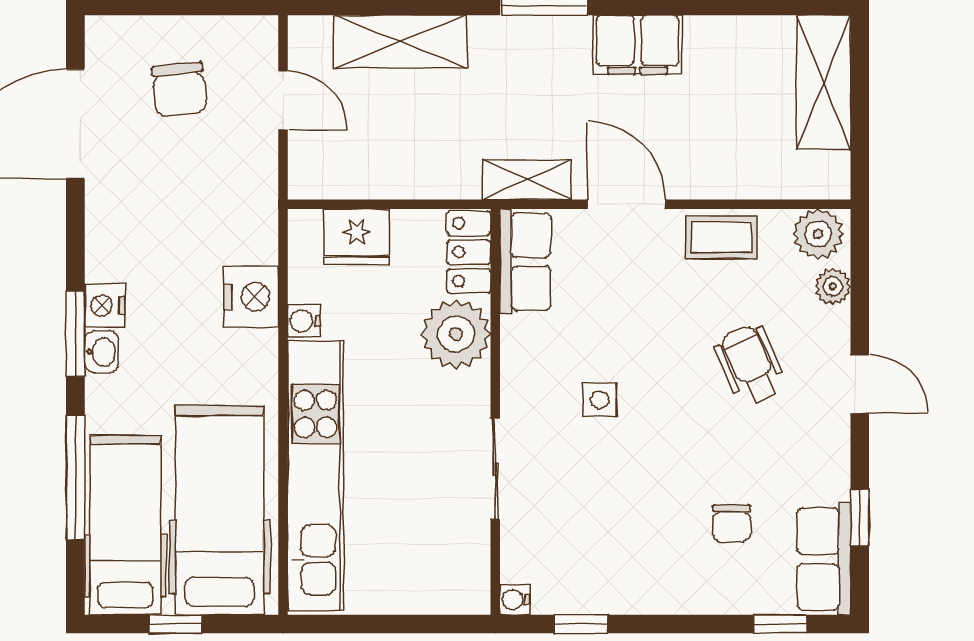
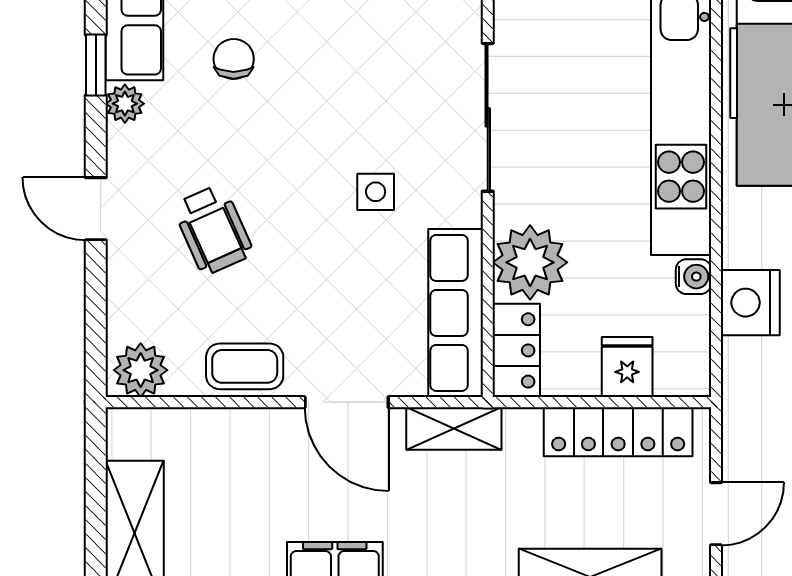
door: (283, 100) -> (716, 514), swing flipped
locker: (374, 177) -> (618, 432), added
fridge: (357, 237) -> (627, 367), width x0.72
row of seats: (525, 262) -> (456, 313), width x1.48
plant: (833, 286) -> (125, 104), moved
sliding door: (495, 469) -> (488, 117), width x1.37

